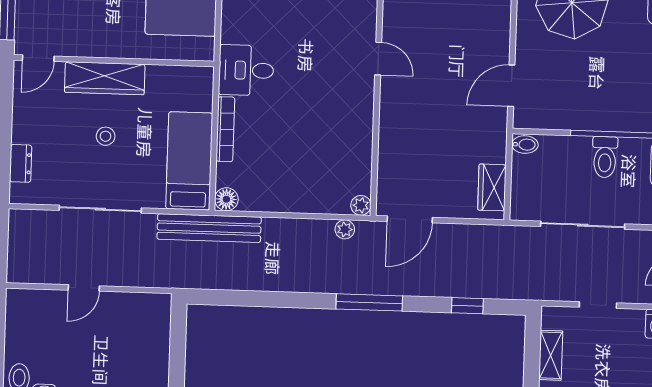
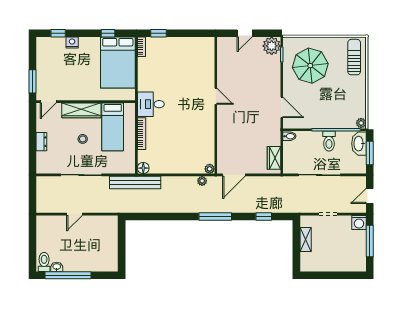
door: (511, 86) -> (282, 107), swing flipped
bed: (189, 161) -> (113, 127), moved, turned 180
dresser: (21, 163) -> (41, 142), moved

